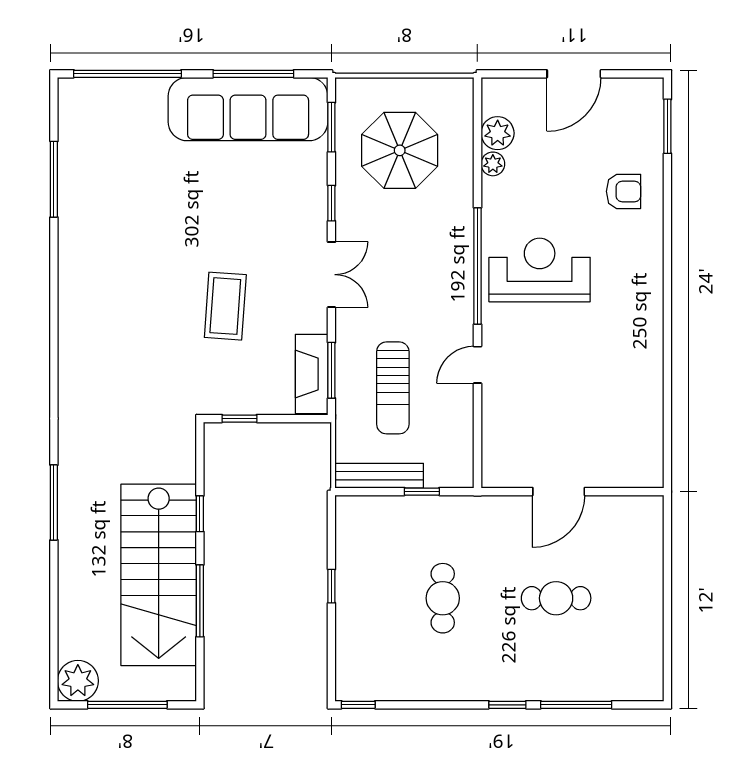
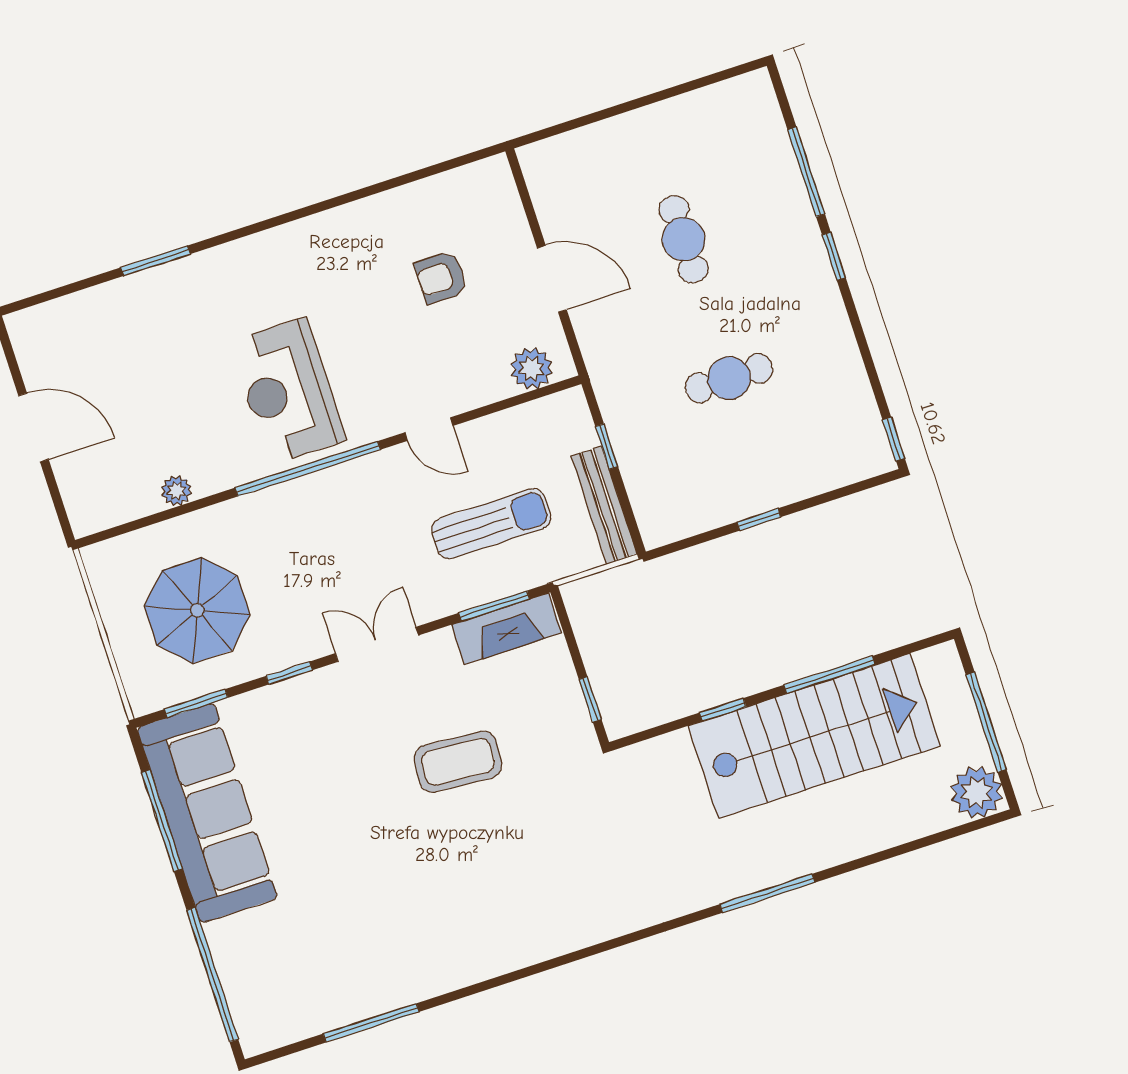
window: (667, 126) -> (156, 261), moved
plant: (498, 133) -> (531, 368), moved
armchair: (624, 191) -> (441, 277), moved, turned -90

